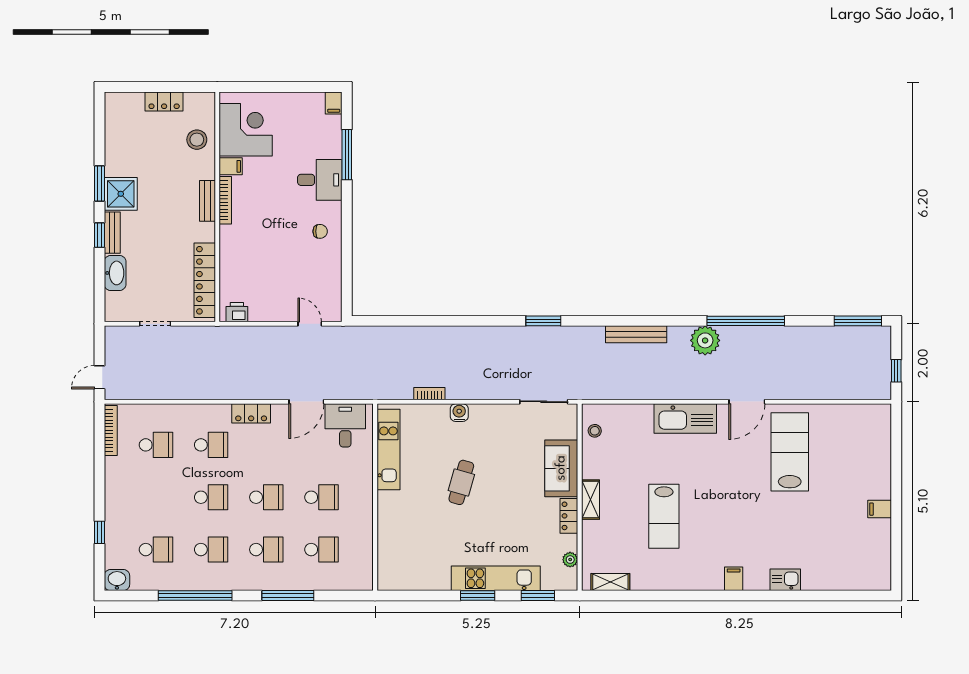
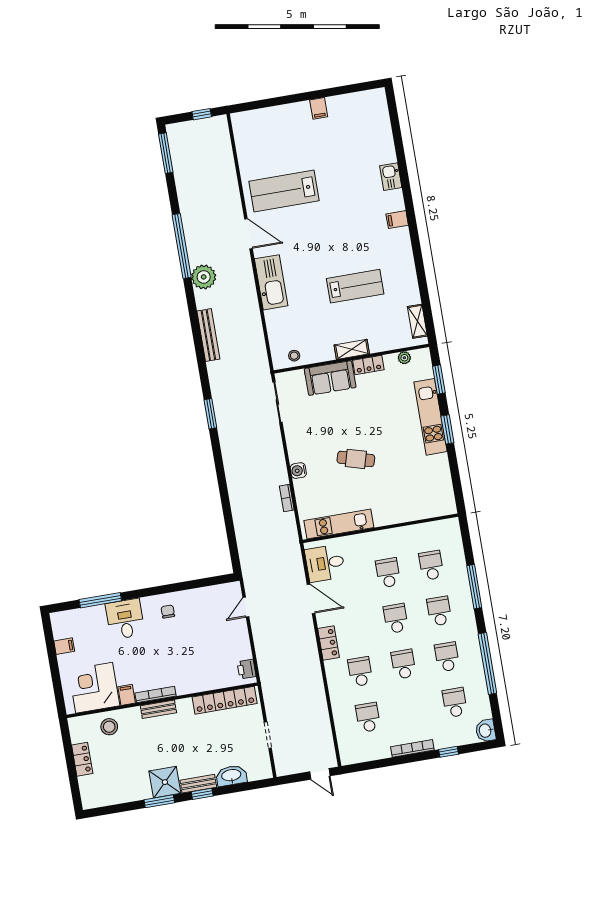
filing cabinet: (334, 103) -> (64, 646), moved
bookcase: (111, 430) -> (412, 748), moved

